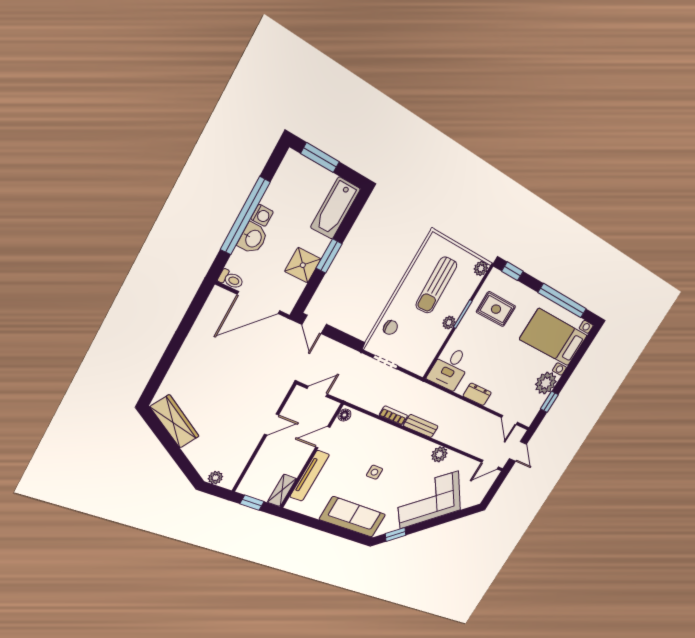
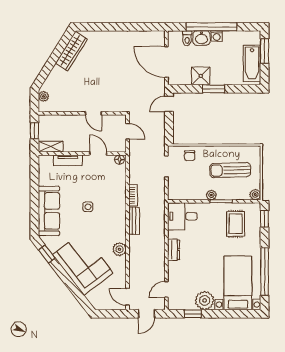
bathtub: (335, 208) -> (252, 63), moved, turned -90
toilet: (231, 279) -> (187, 38), moved
tv unit: (310, 476) -> (68, 160), width x0.71

